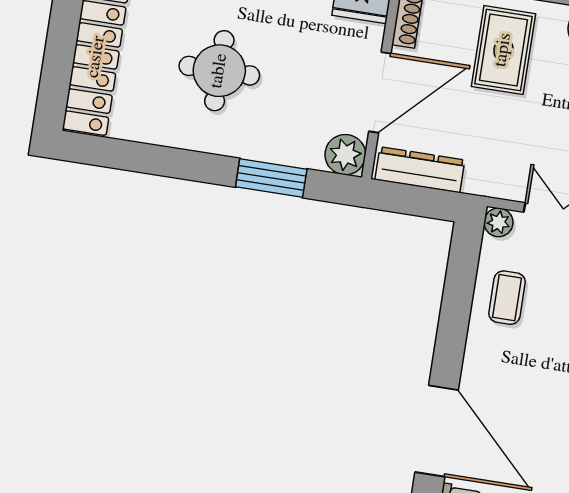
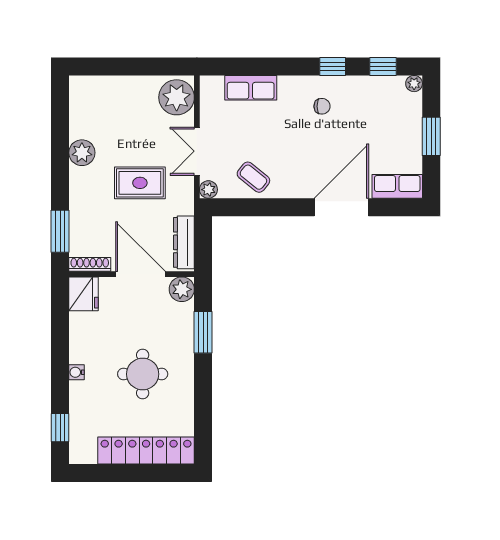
rug: (503, 50) -> (140, 183), moved
coffee table: (507, 298) -> (253, 177), turned 39

